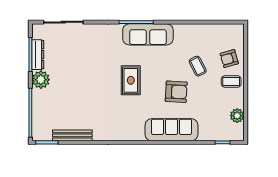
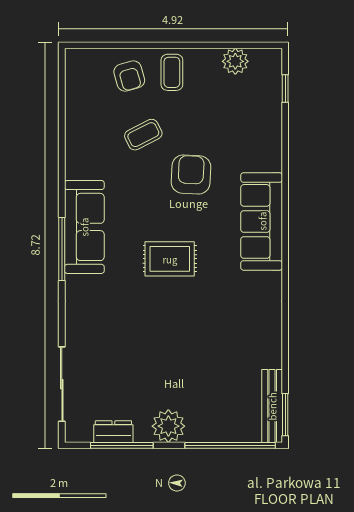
dresser: (38, 55) -> (113, 432), width x0.70
sofa: (171, 130) -> (262, 221), moved
bench: (72, 135) -> (272, 406), moved

